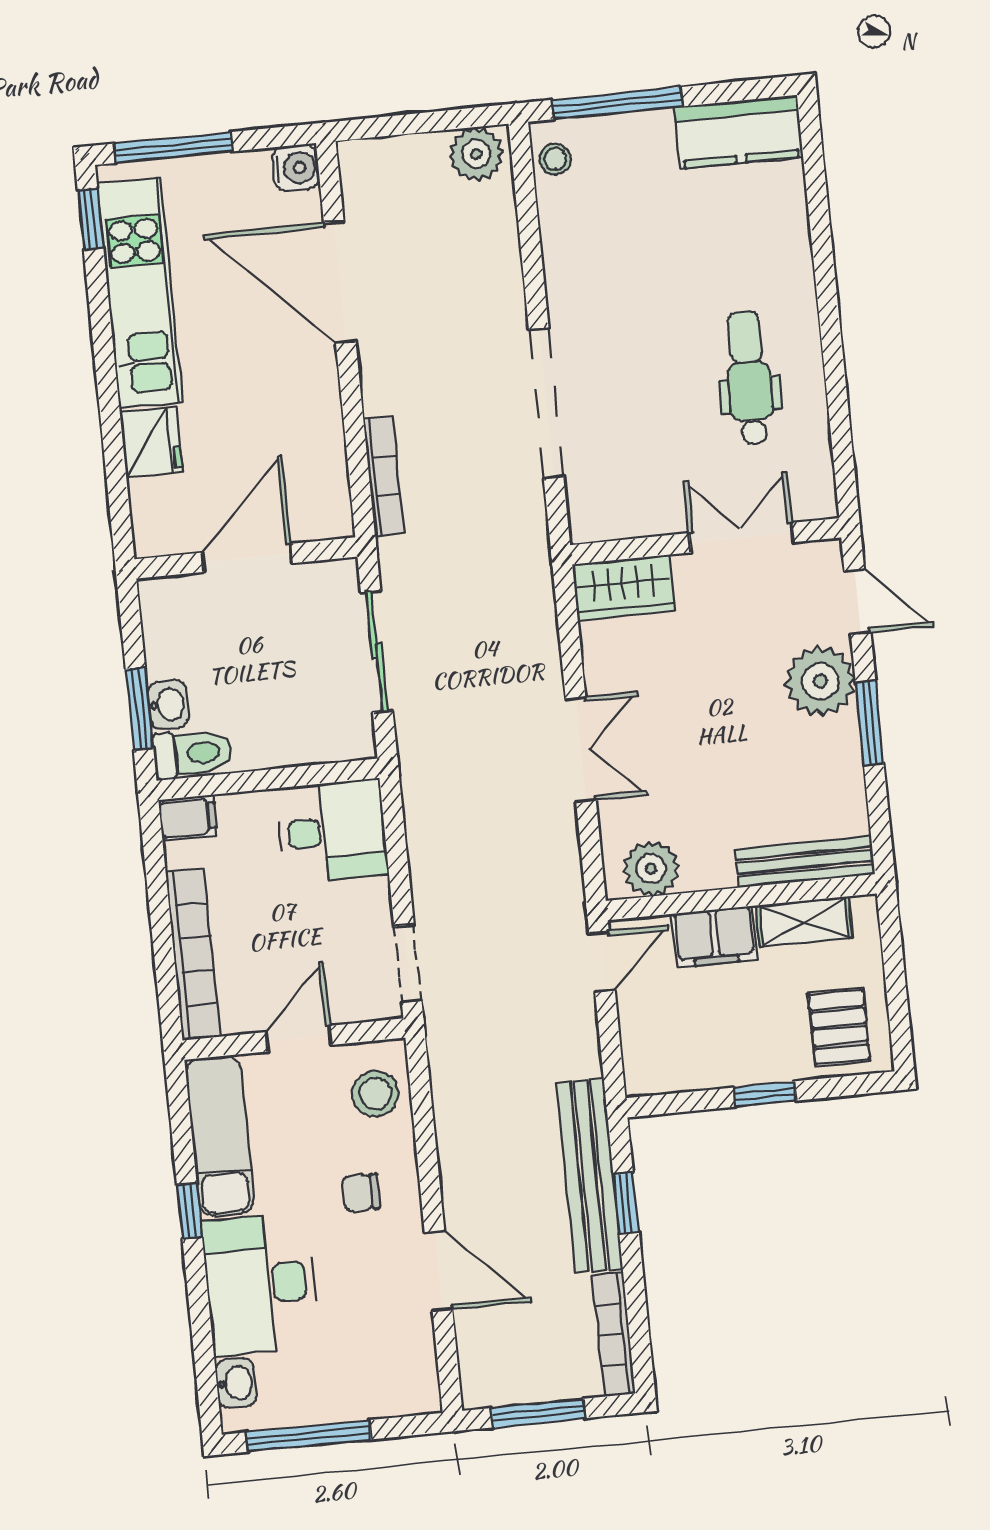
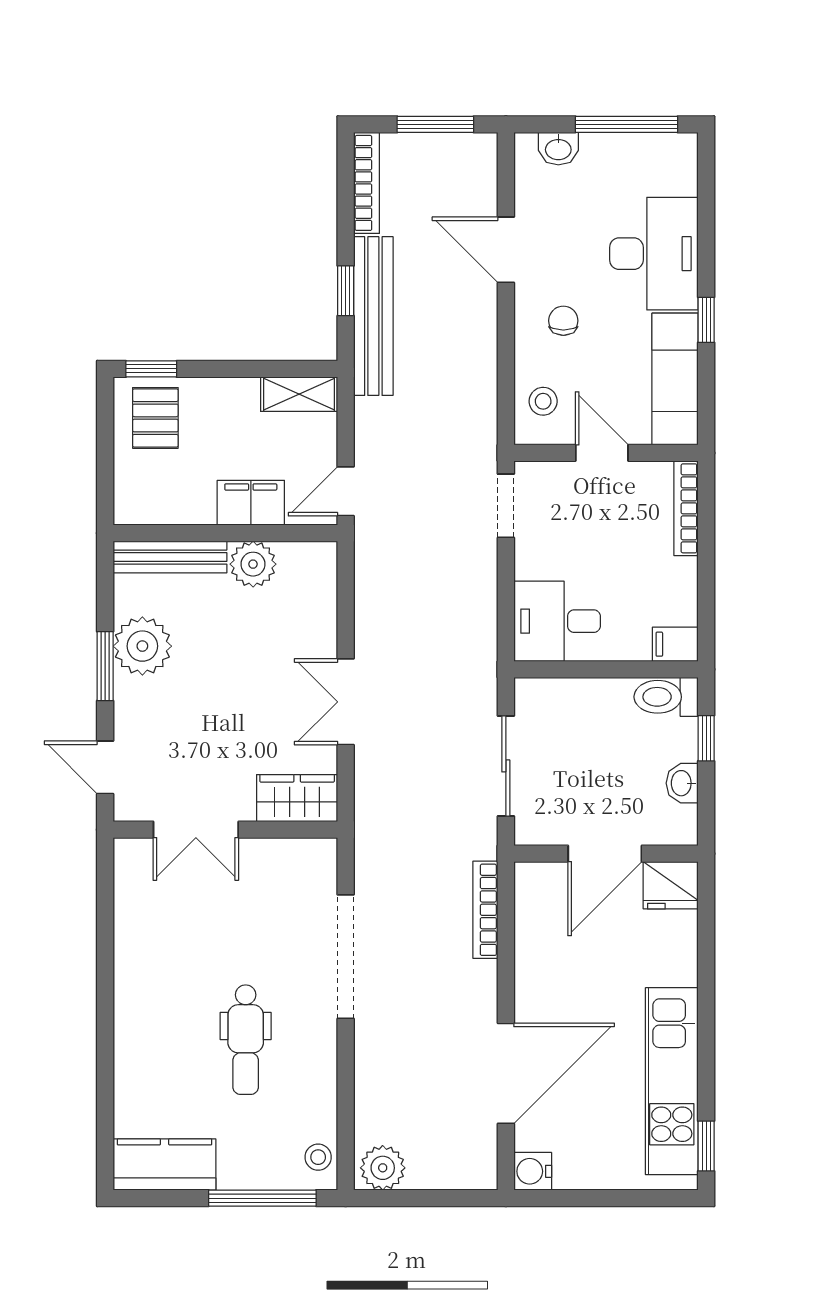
window: (173, 147) -> (632, 1198), removed
door: (340, 282) -> (506, 1073), hinge flipped
dental chair: (749, 378) -> (246, 1040), moved
fridge: (151, 442) -> (671, 885), moved, turned -90
plant: (820, 681) -> (142, 646), moved
washbasin: (168, 704) -> (682, 783), moved
window: (139, 709) -> (706, 738), width x0.67
double door: (581, 750) -> (346, 702), moved
plant: (651, 869) -> (253, 564), moved
shelving: (804, 922) -> (299, 394), moved
bookcase: (193, 954) -> (686, 508), width x0.68, depth x0.76
door: (299, 1039) -> (602, 453), swing flipped
stool: (376, 1094) -> (543, 401), width x0.73, depth x0.73
window: (765, 1094) -> (151, 369), moved
chair: (361, 1193) -> (563, 321), turned -90
washbasin: (236, 1383) -> (558, 149), moved, turned -90

